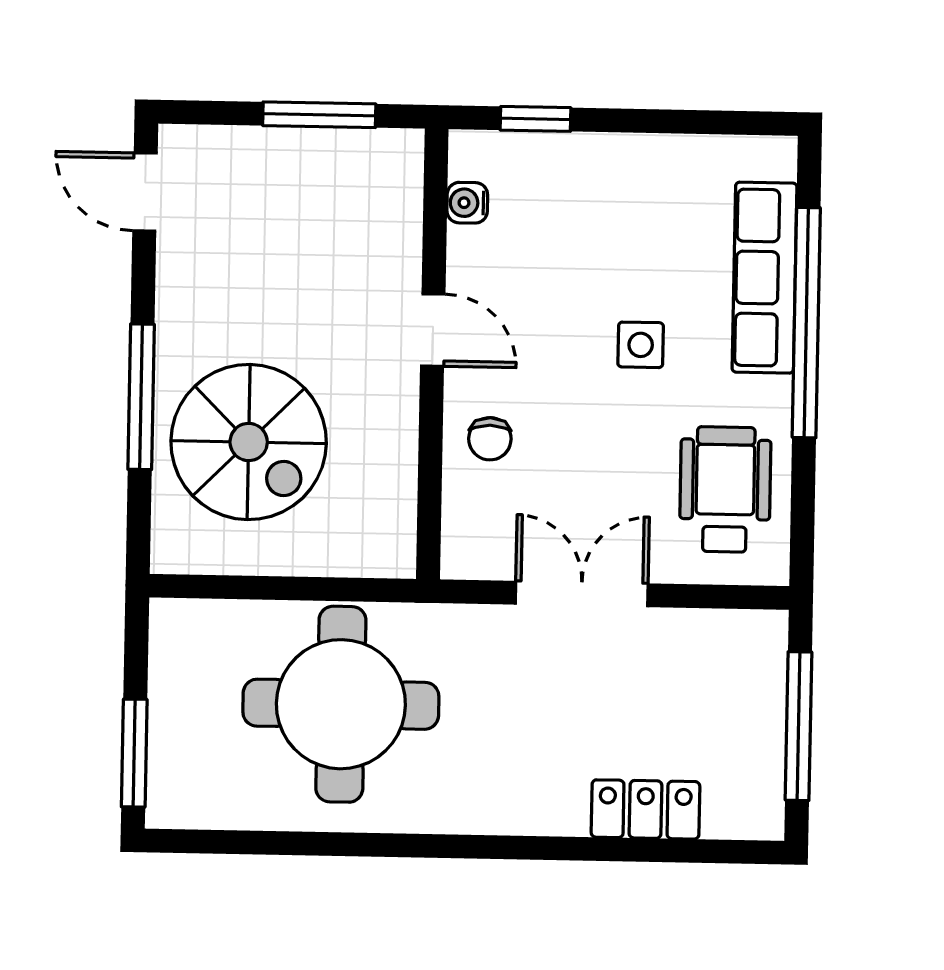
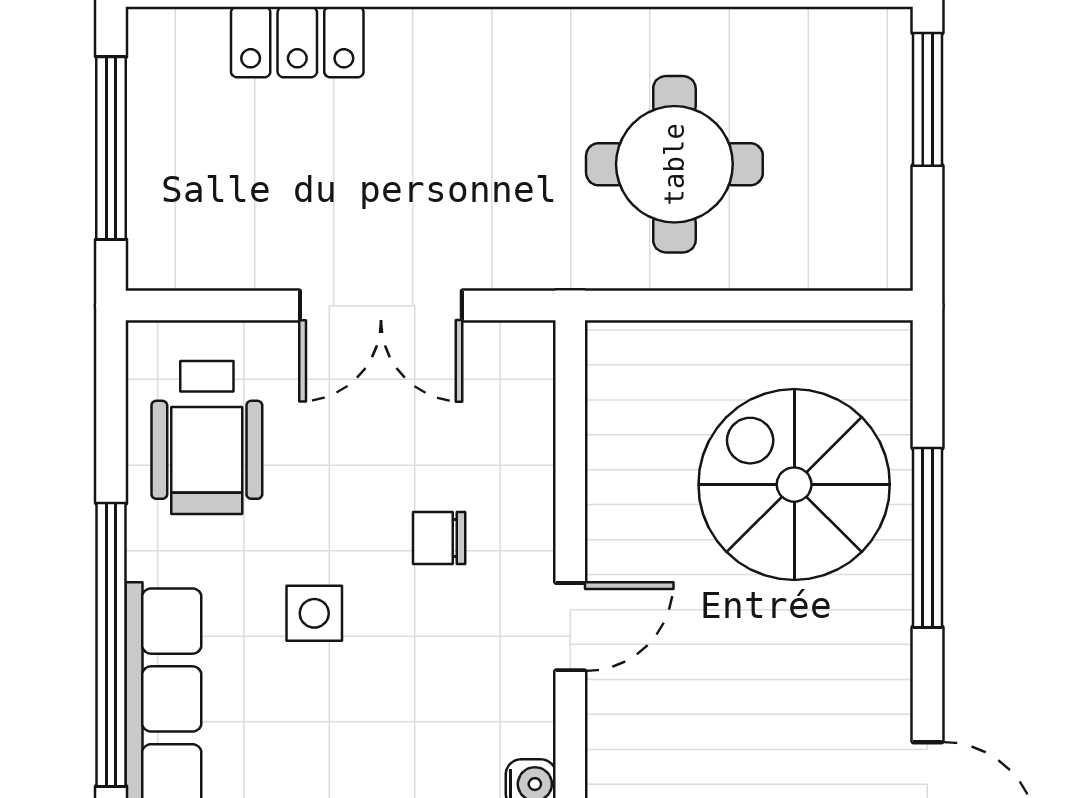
door: (433, 330) -> (570, 627), swing flipped
chair: (490, 439) -> (439, 538), moved, turned -90
round table: (341, 704) -> (674, 164), width x0.73, depth x0.73

